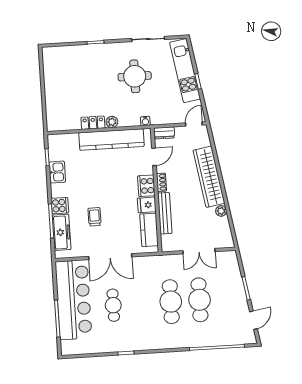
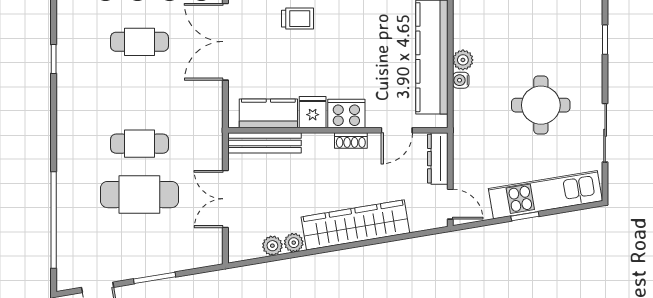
water cooler: (145, 121) -> (461, 80), moved
locker: (93, 123) -> (464, 26), removed
dresser: (164, 133) -> (438, 159), width x1.44
door: (154, 157) -> (397, 130), hinge flipped
bench: (165, 213) -> (264, 143), moved
plant: (224, 223) -> (272, 246), added
cafe table: (171, 302) -> (139, 144), width x0.73, depth x0.74

